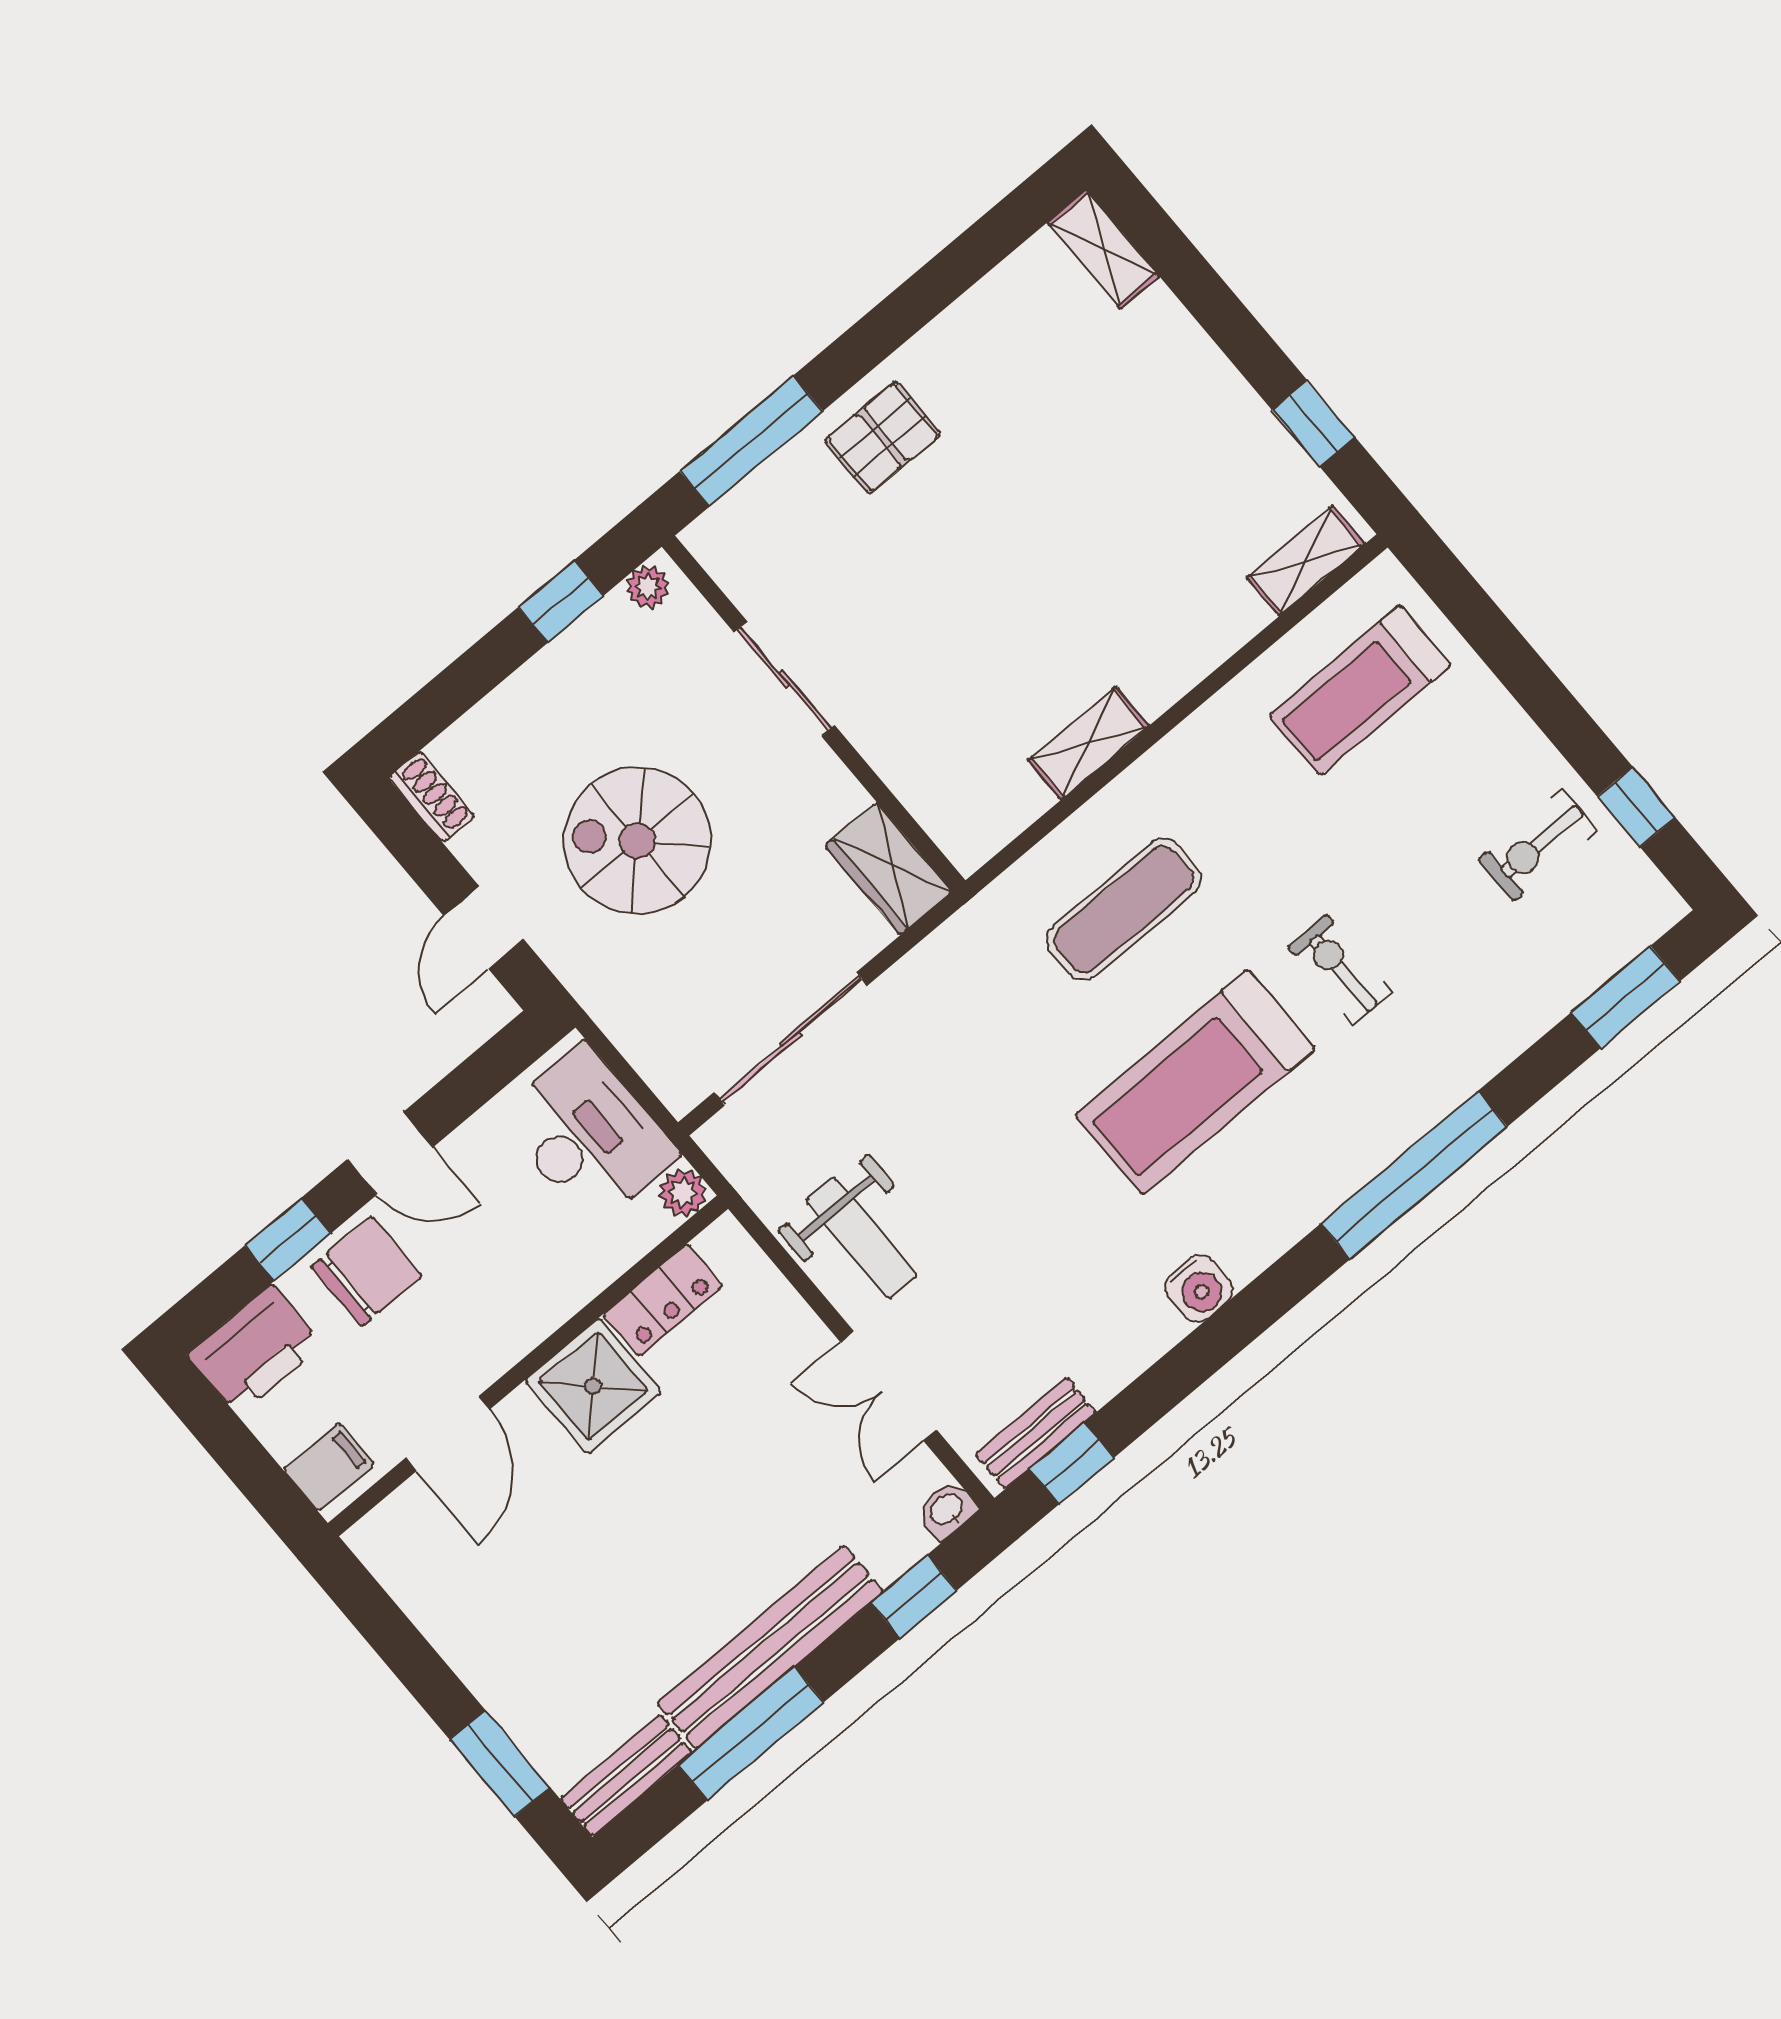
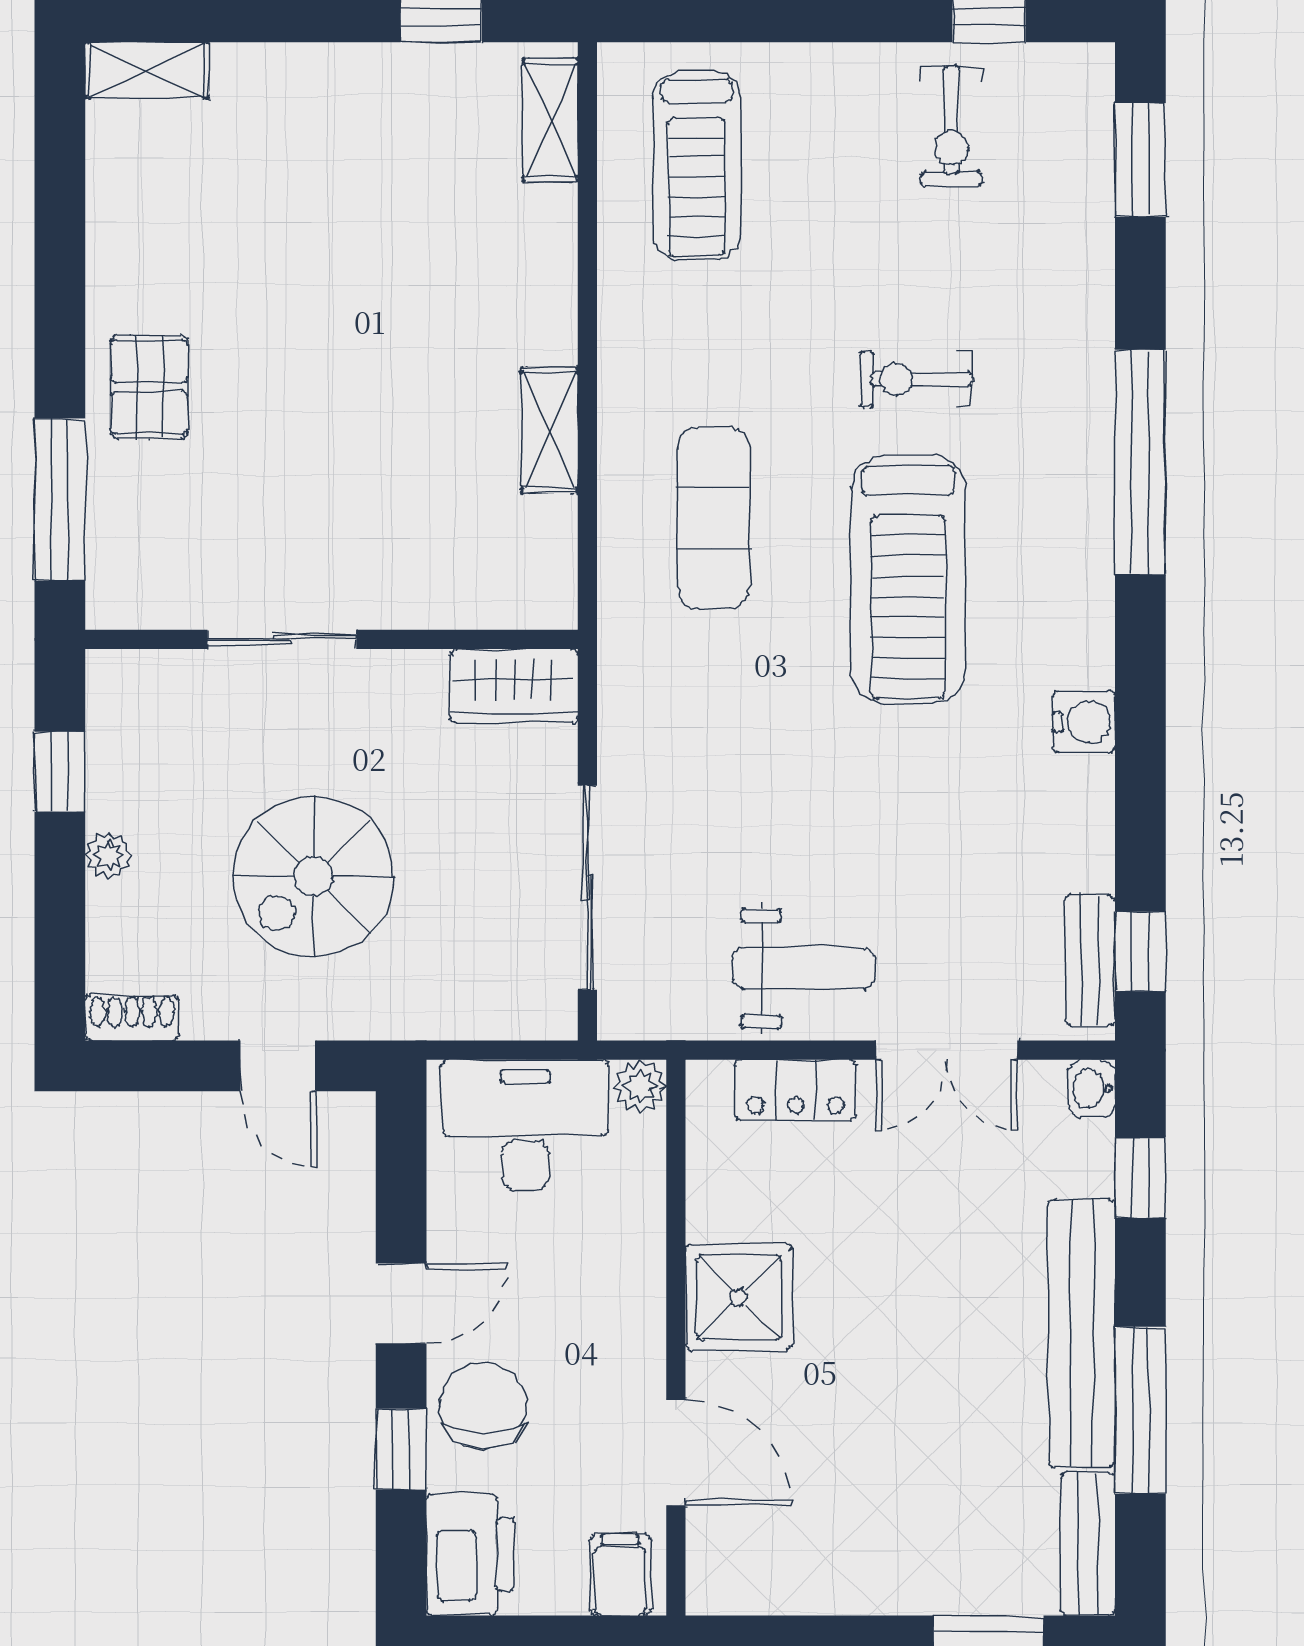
plant: (648, 587) -> (109, 856), moved
locker: (663, 1300) -> (795, 1090), moved, turned 90

